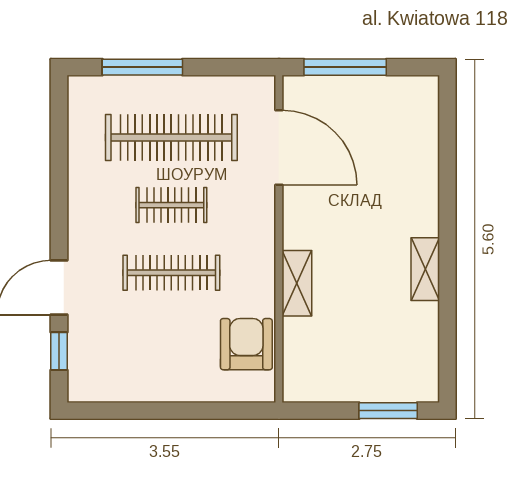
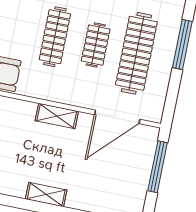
shelving: (425, 269) -> (46, 194), moved
shelving: (297, 283) -> (57, 116), moved

